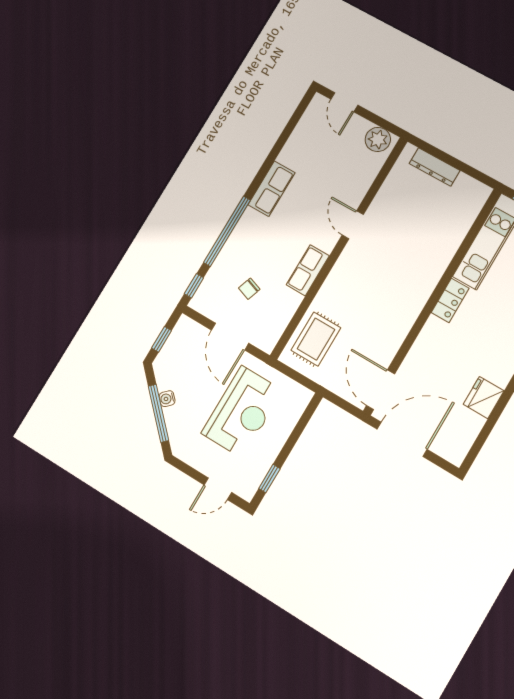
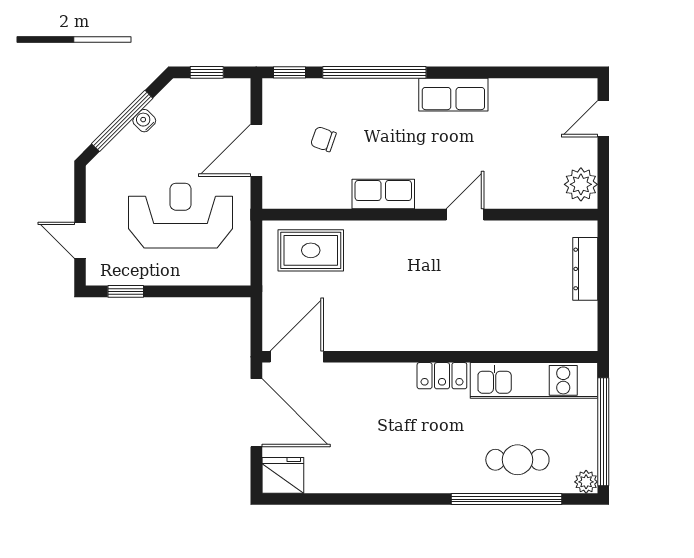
fridge: (484, 398) -> (283, 475), moved
reception desk: (242, 412) -> (181, 216), turned 180

